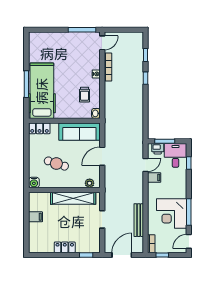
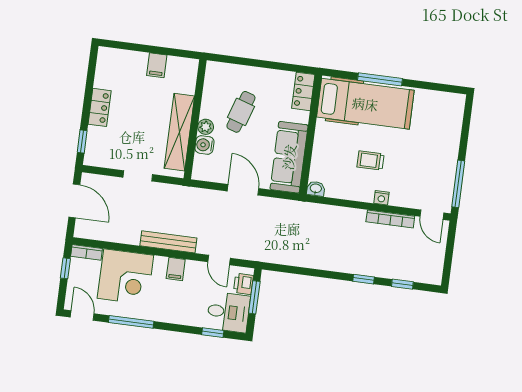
trolley: (85, 95) -> (370, 160), moved
filing cabinet: (154, 178) -> (176, 269), moved
water cooler: (34, 182) -> (204, 145), moved
plant: (90, 183) -> (206, 127), moved
corner desk: (172, 214) -> (125, 277), moved, turned 180
bench: (139, 220) -> (168, 242), moved

